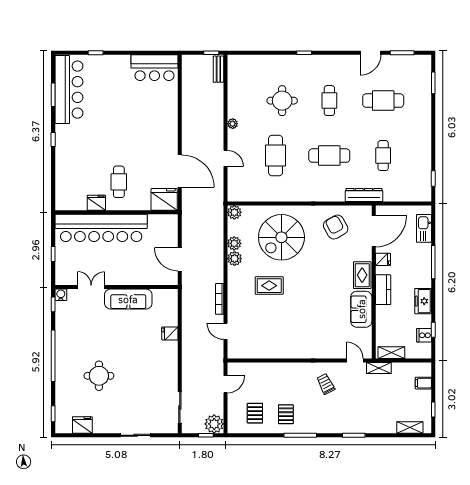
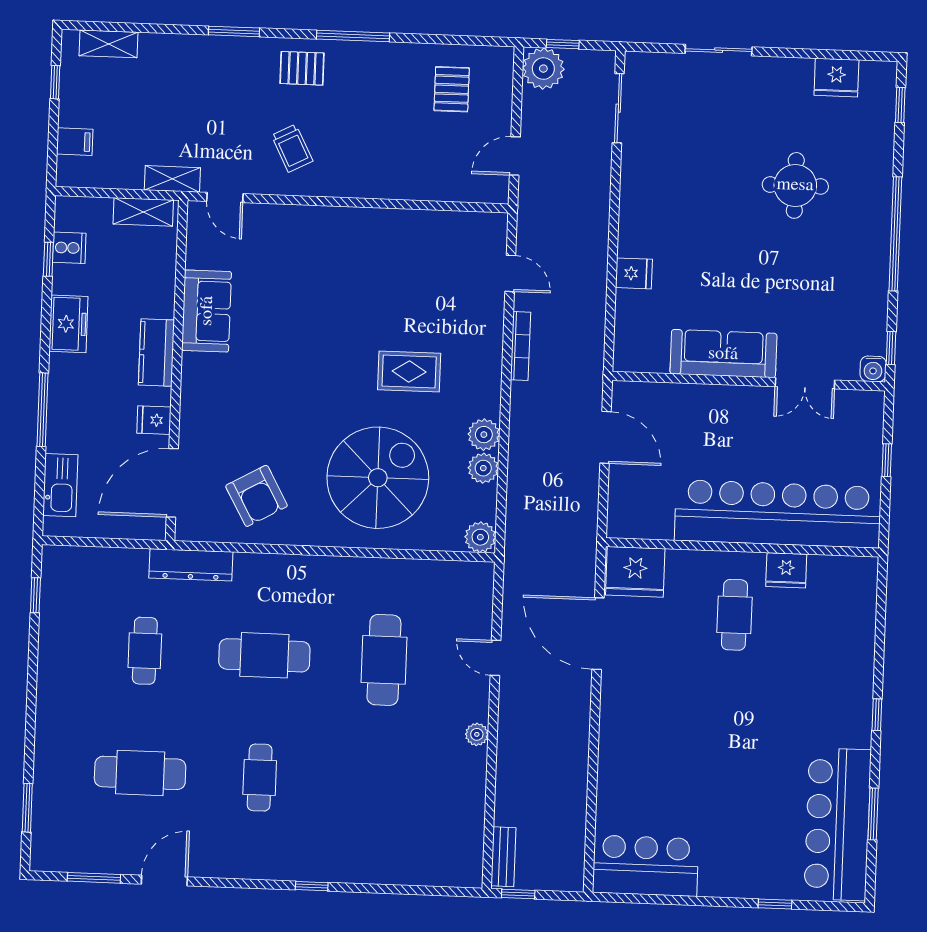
round table: (282, 101) -> (365, 781), removed
rug: (362, 275) -> (202, 387), removed
pallet: (286, 414) -> (302, 68), moved, turned 90

